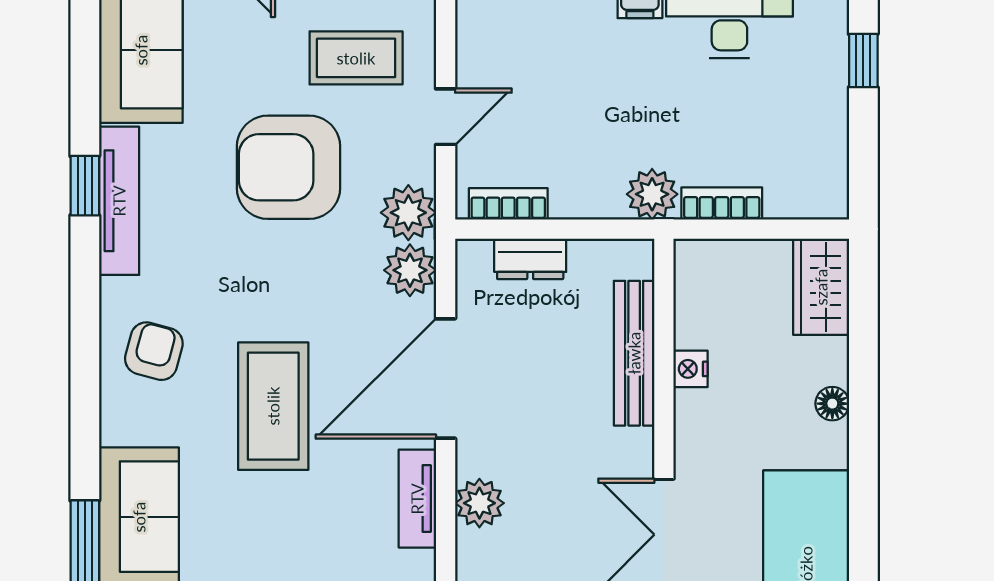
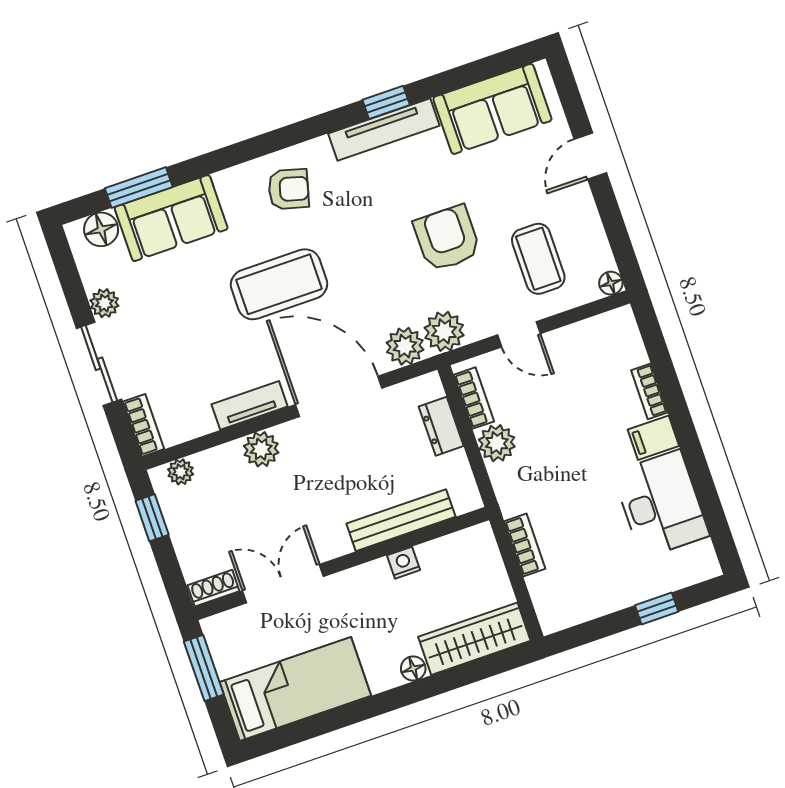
armchair: (288, 167) -> (447, 238), width x0.73, depth x0.73
plant: (652, 194) -> (497, 443), moved
wardrobe: (821, 287) -> (474, 639), width x1.50

